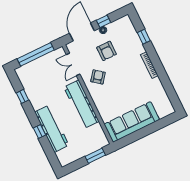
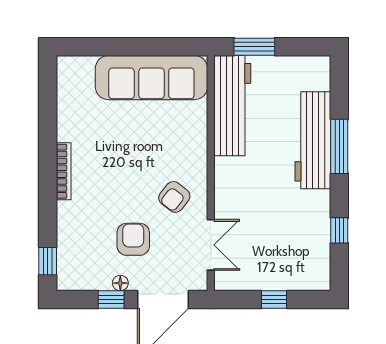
window: (144, 37) -> (48, 261), moved
window: (36, 54) -> (274, 299), width x0.32
workbench: (81, 104) -> (232, 106), moved
window: (40, 131) -> (339, 146), width x2.17

